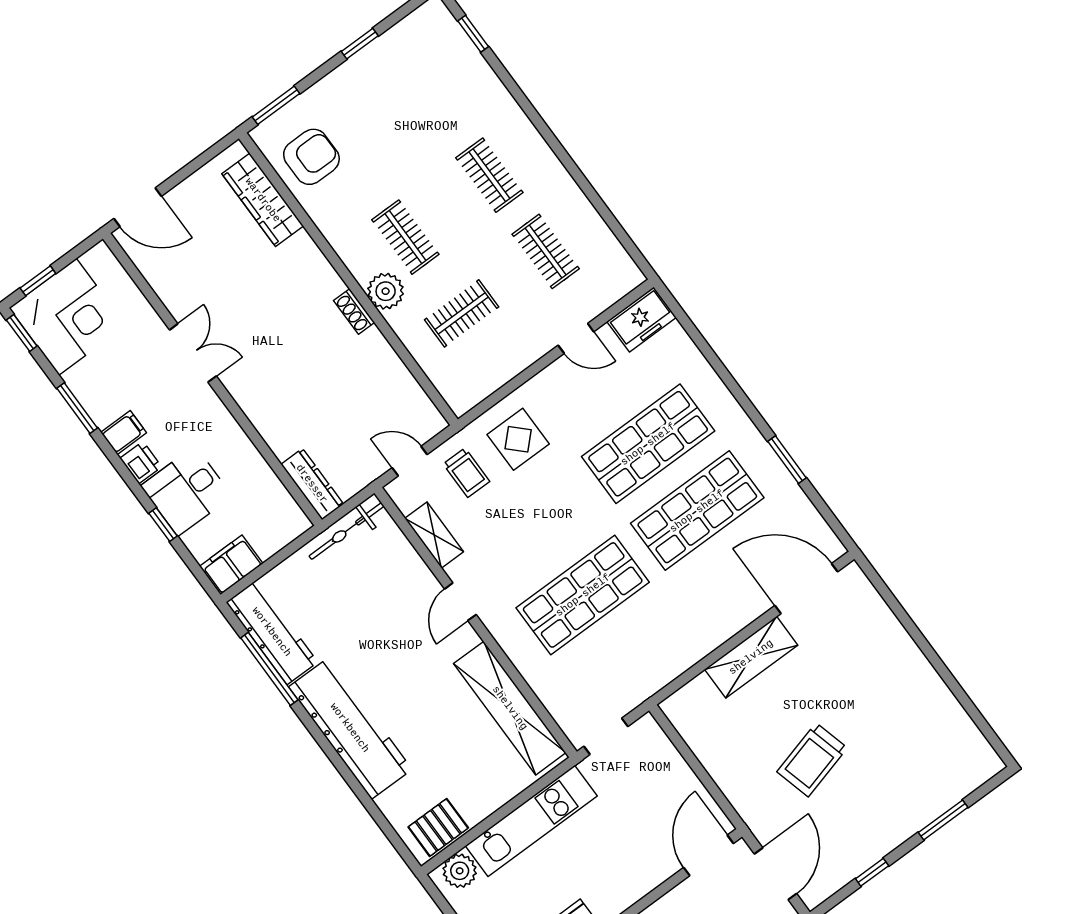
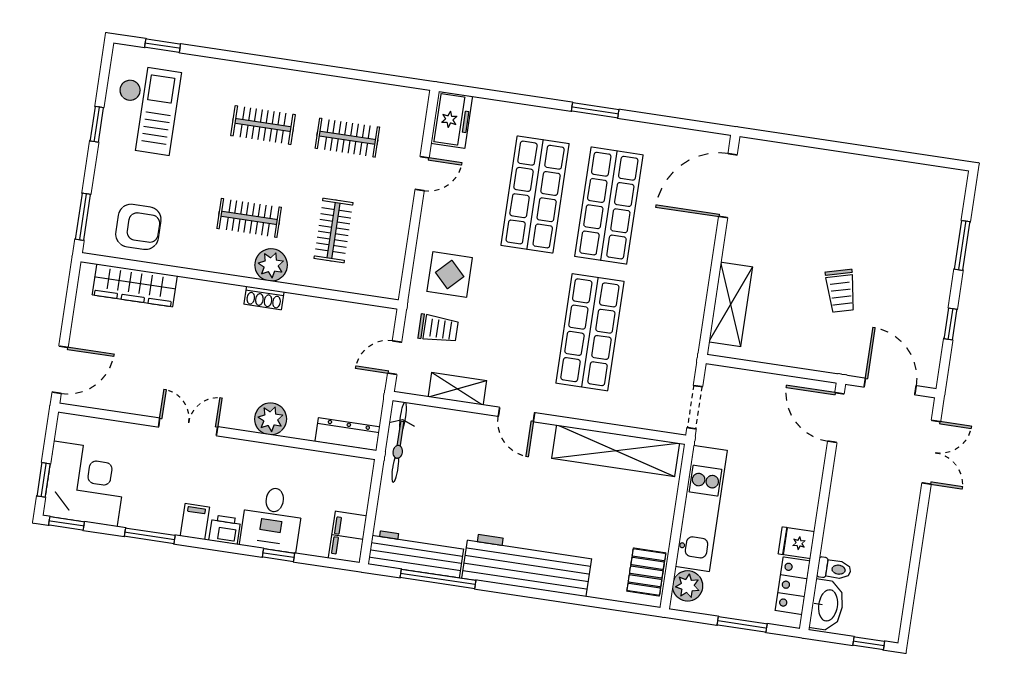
checkout: (410, 71) -> (146, 110), added
armchair: (311, 157) -> (138, 227), turned 90
plant: (264, 412) -> (271, 419), added
window: (787, 460) -> (595, 110), moved
shelving: (751, 657) -> (731, 304), moved
trolley: (812, 760) -> (841, 291), width x0.73, depth x0.72

